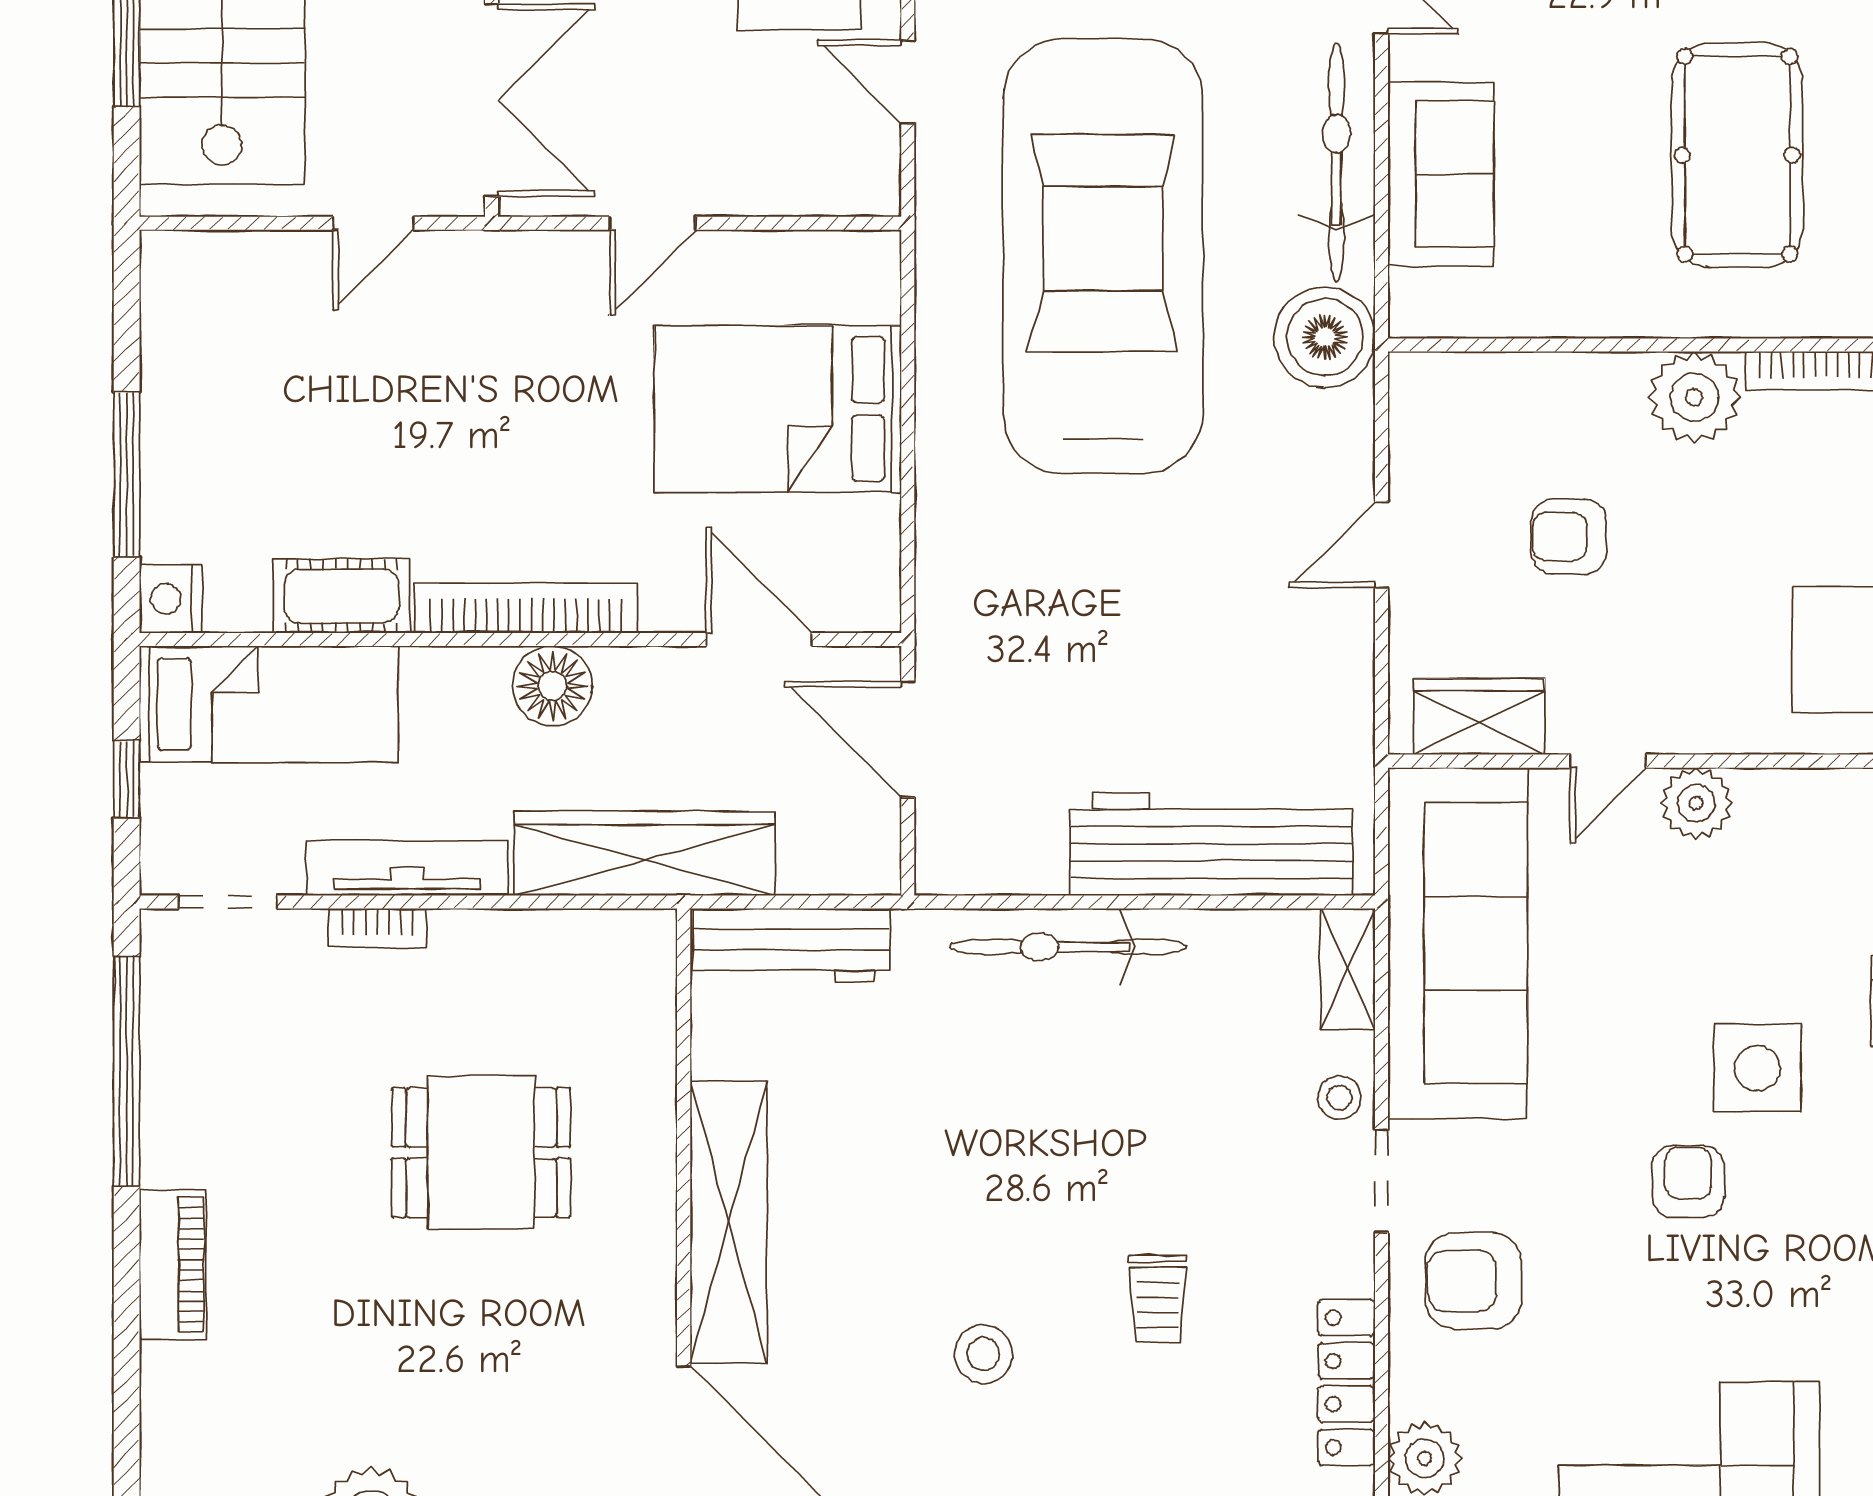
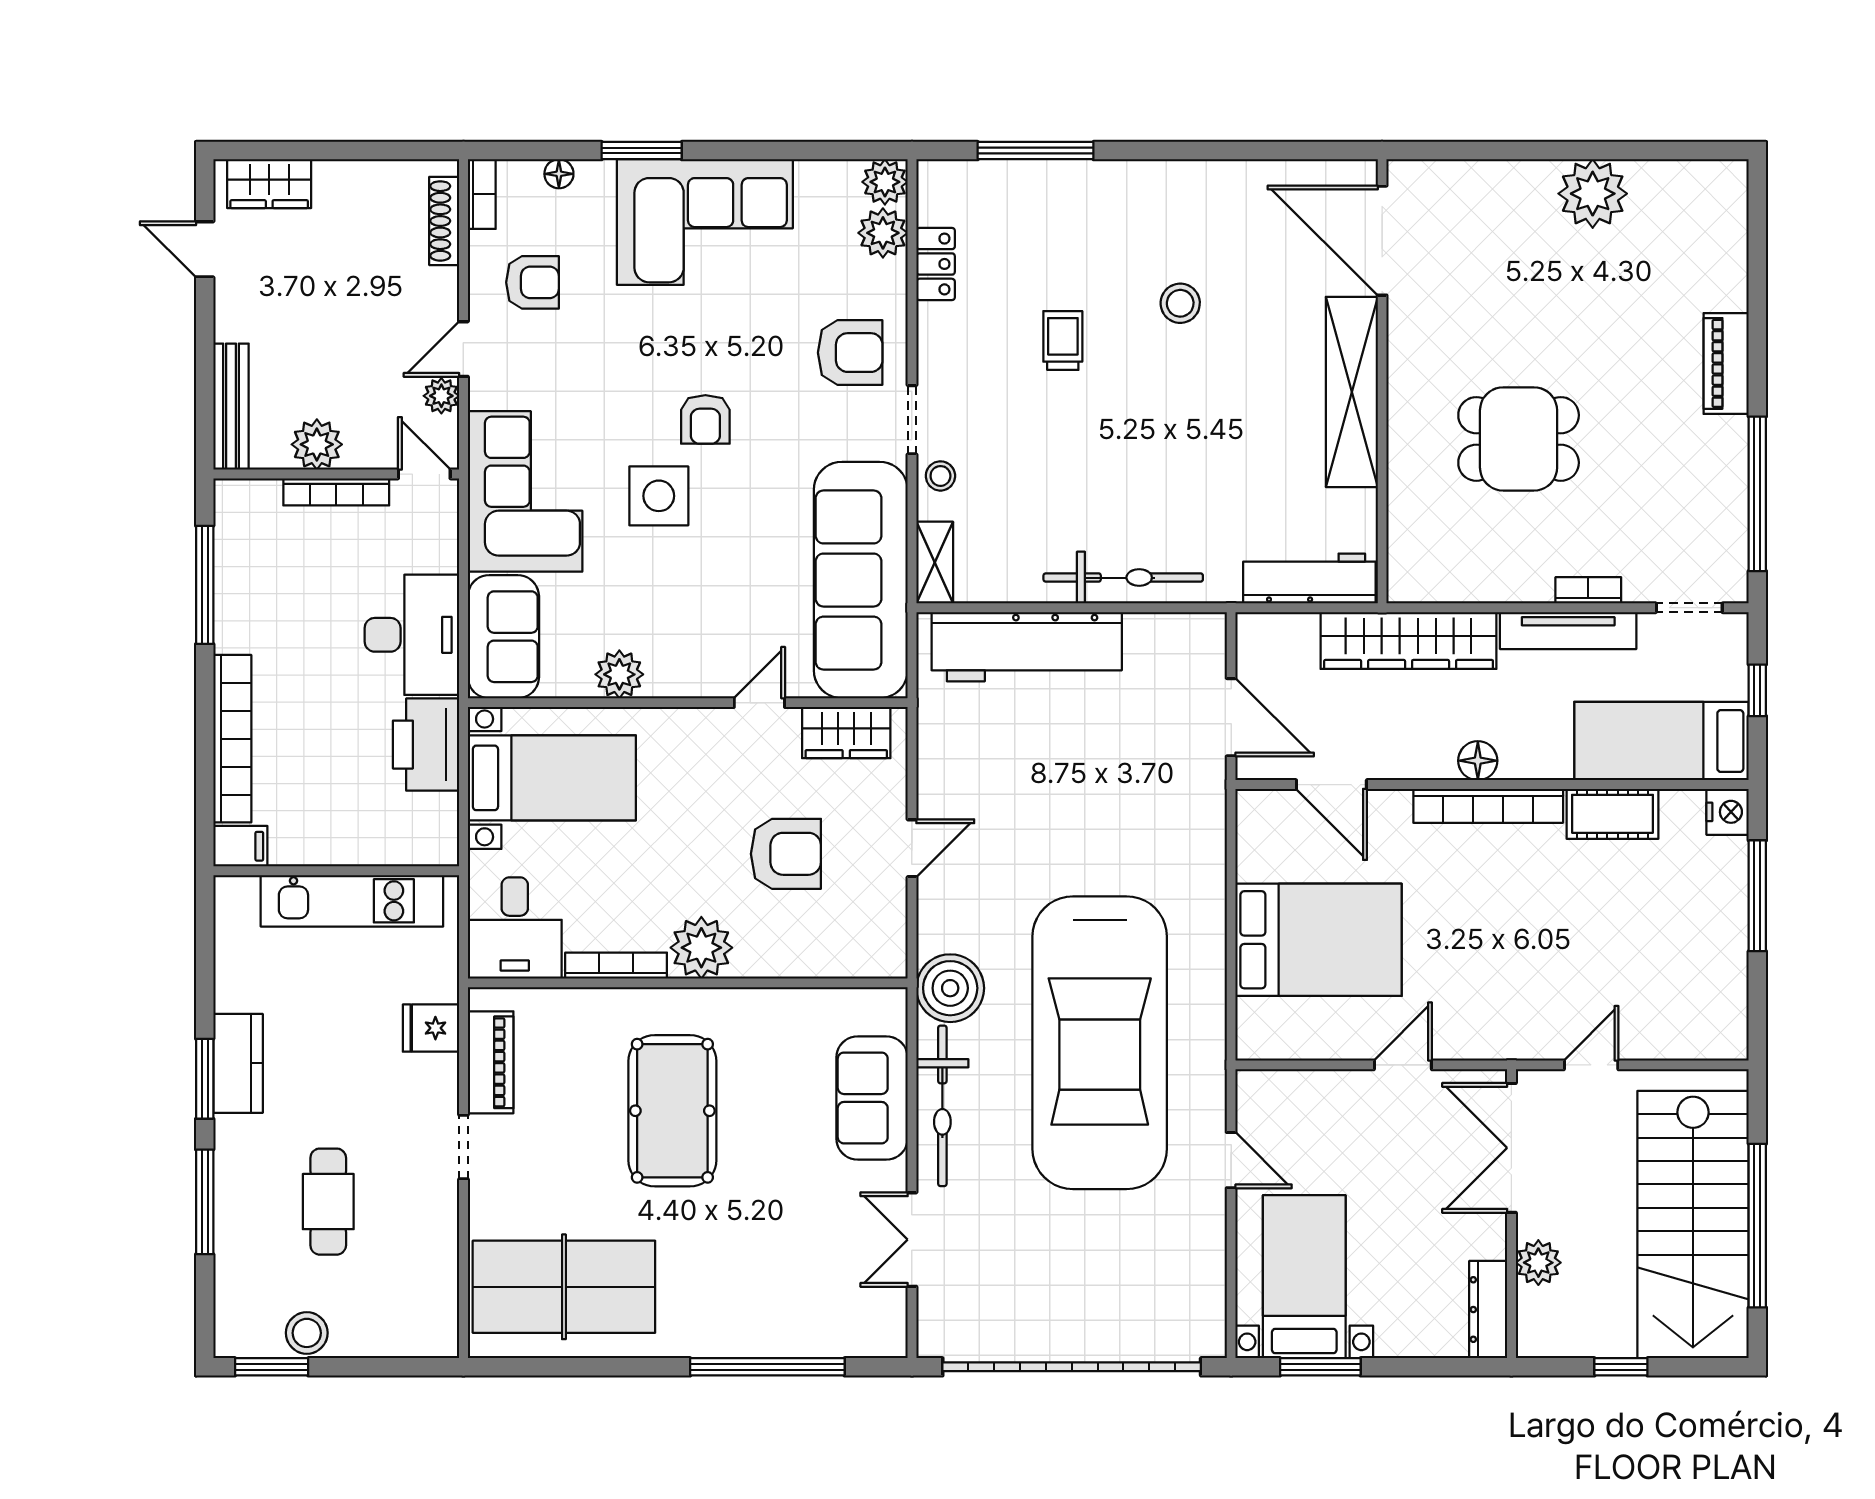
armchair: (1569, 537) -> (786, 854), width x1.38, depth x1.38
floor lamp: (552, 686) -> (1478, 761), width x0.73, depth x0.73
plant: (1696, 803) -> (619, 674), moved
locker: (1346, 1383) -> (936, 264), width x0.66

